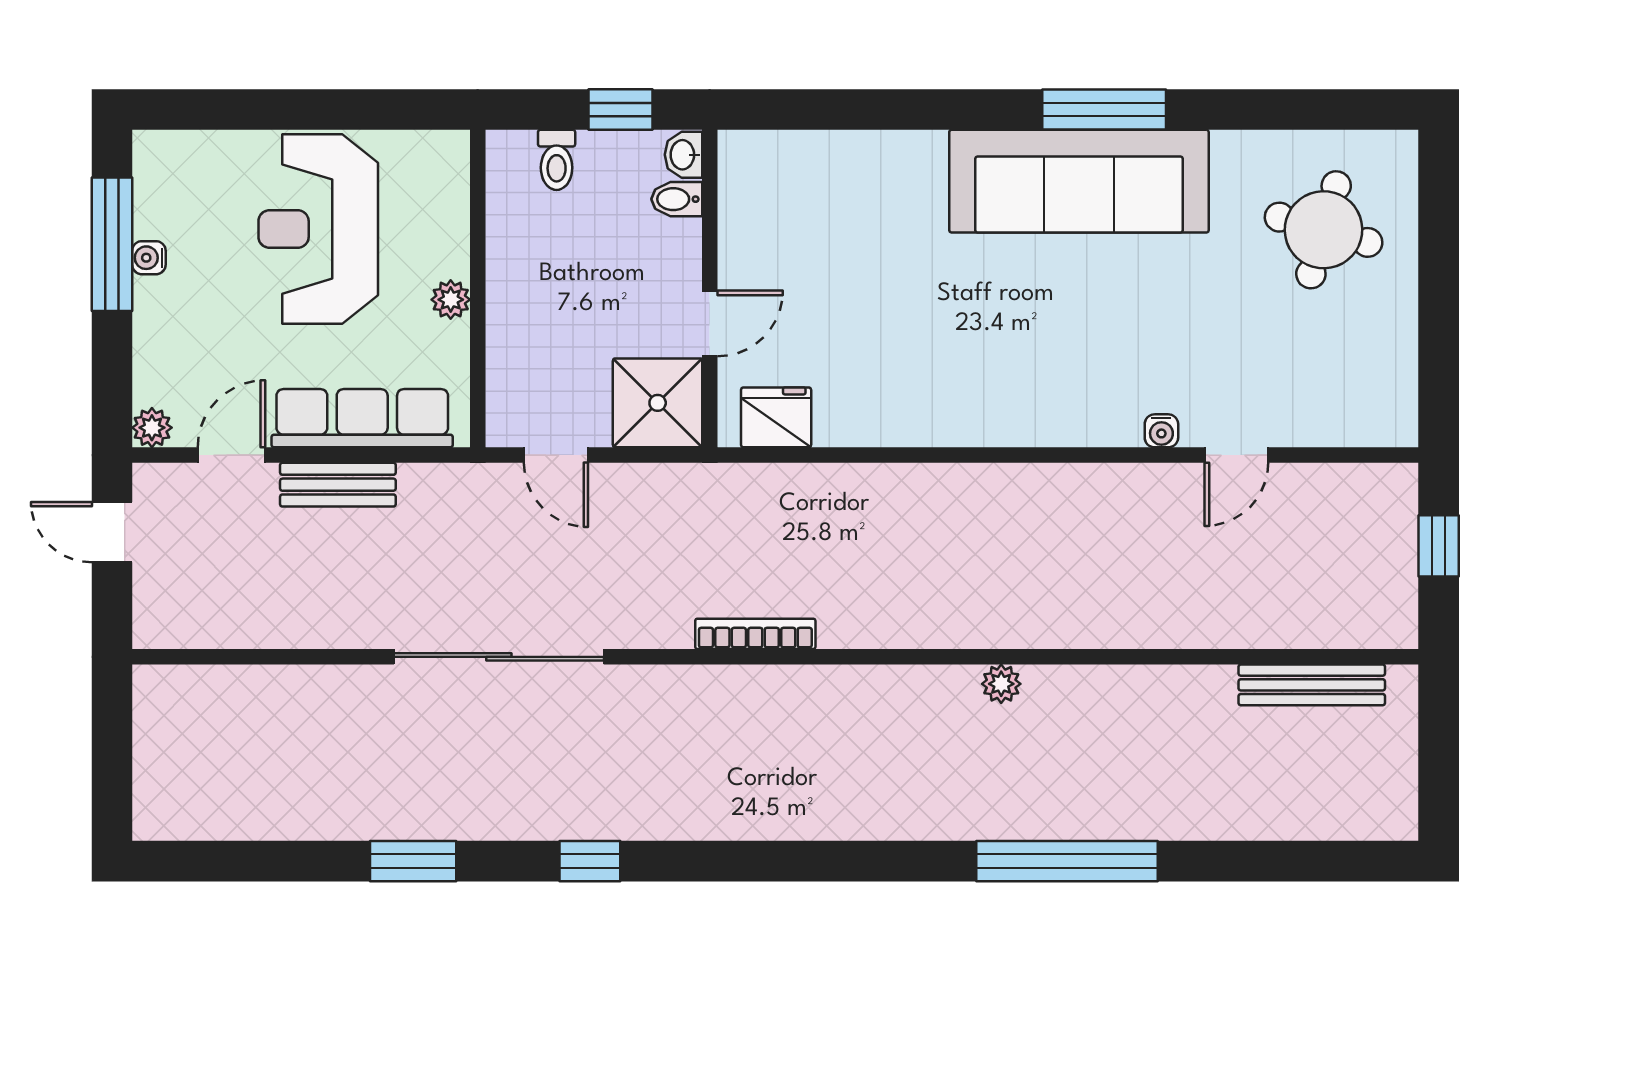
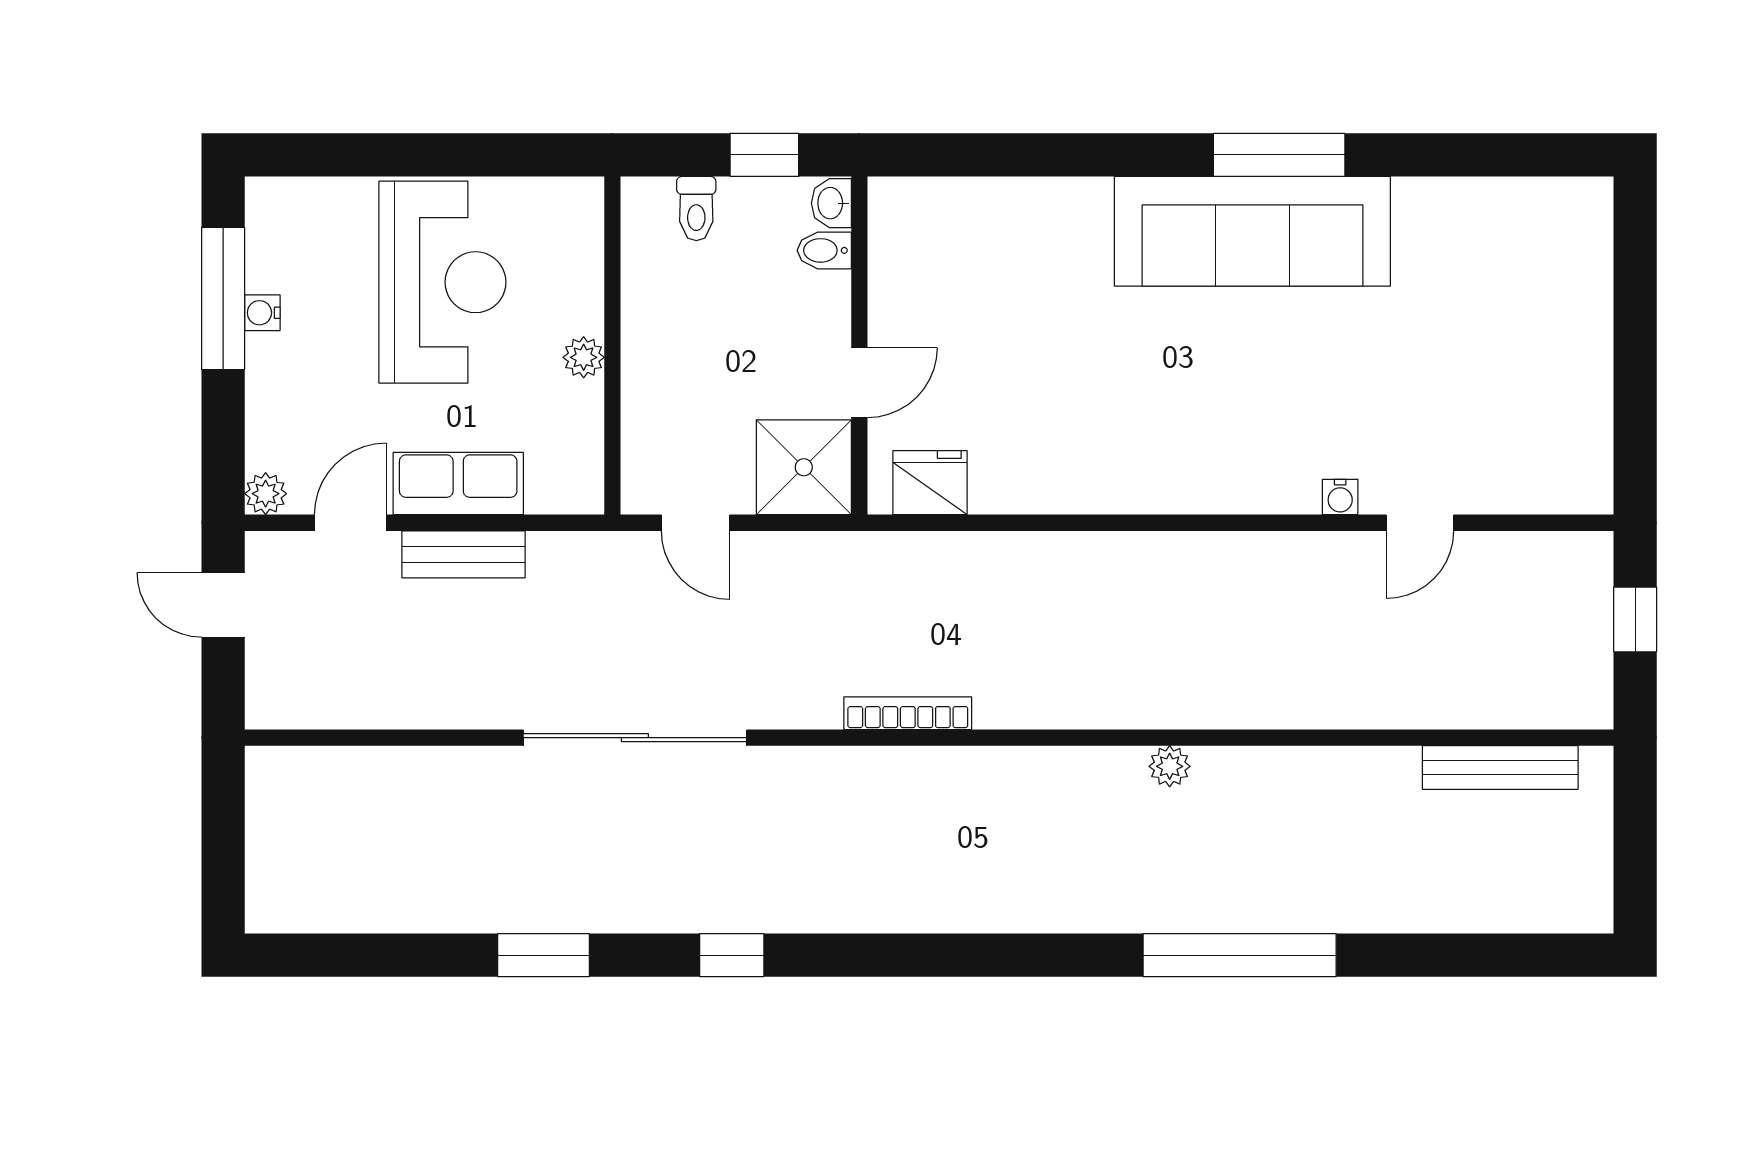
reception desk: (318, 229) -> (442, 282), turned 180
round table: (1324, 230) -> (1513, 283), removed
row of seats: (362, 418) -> (458, 484), width x0.68

